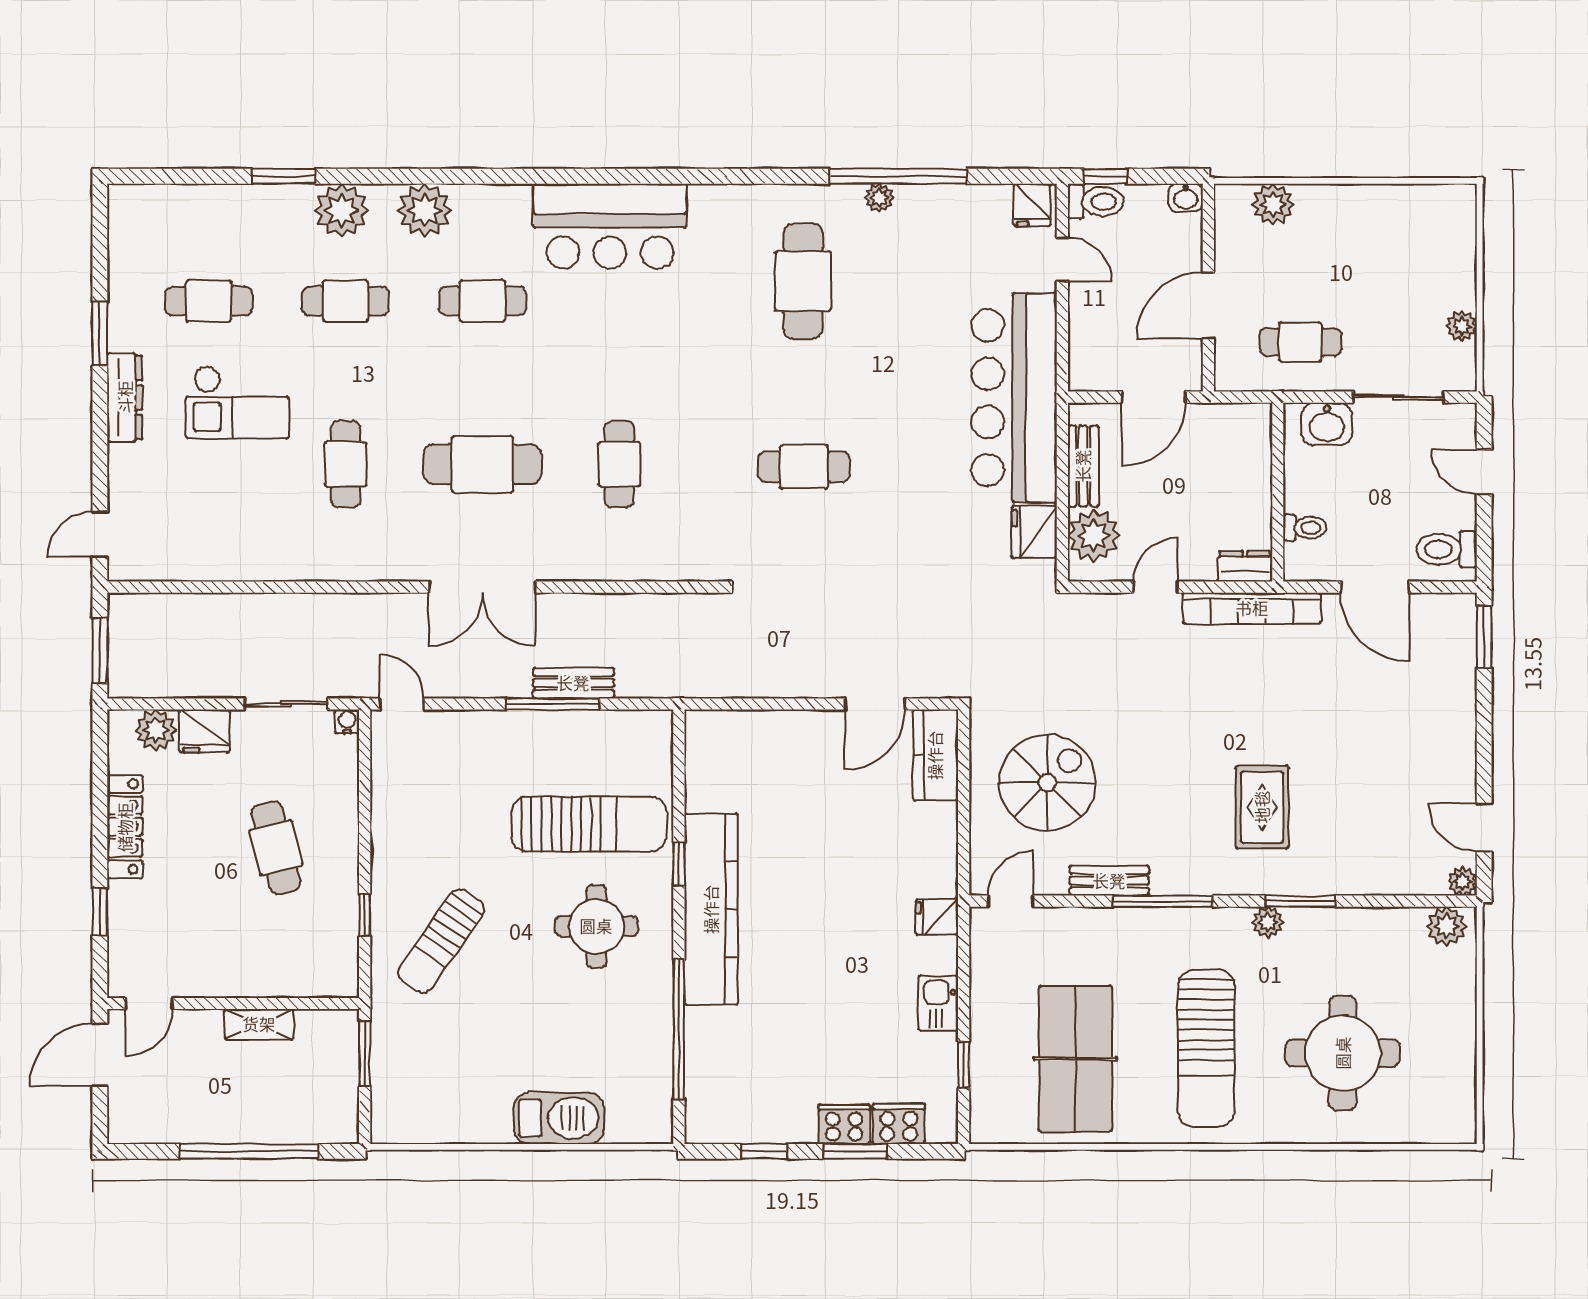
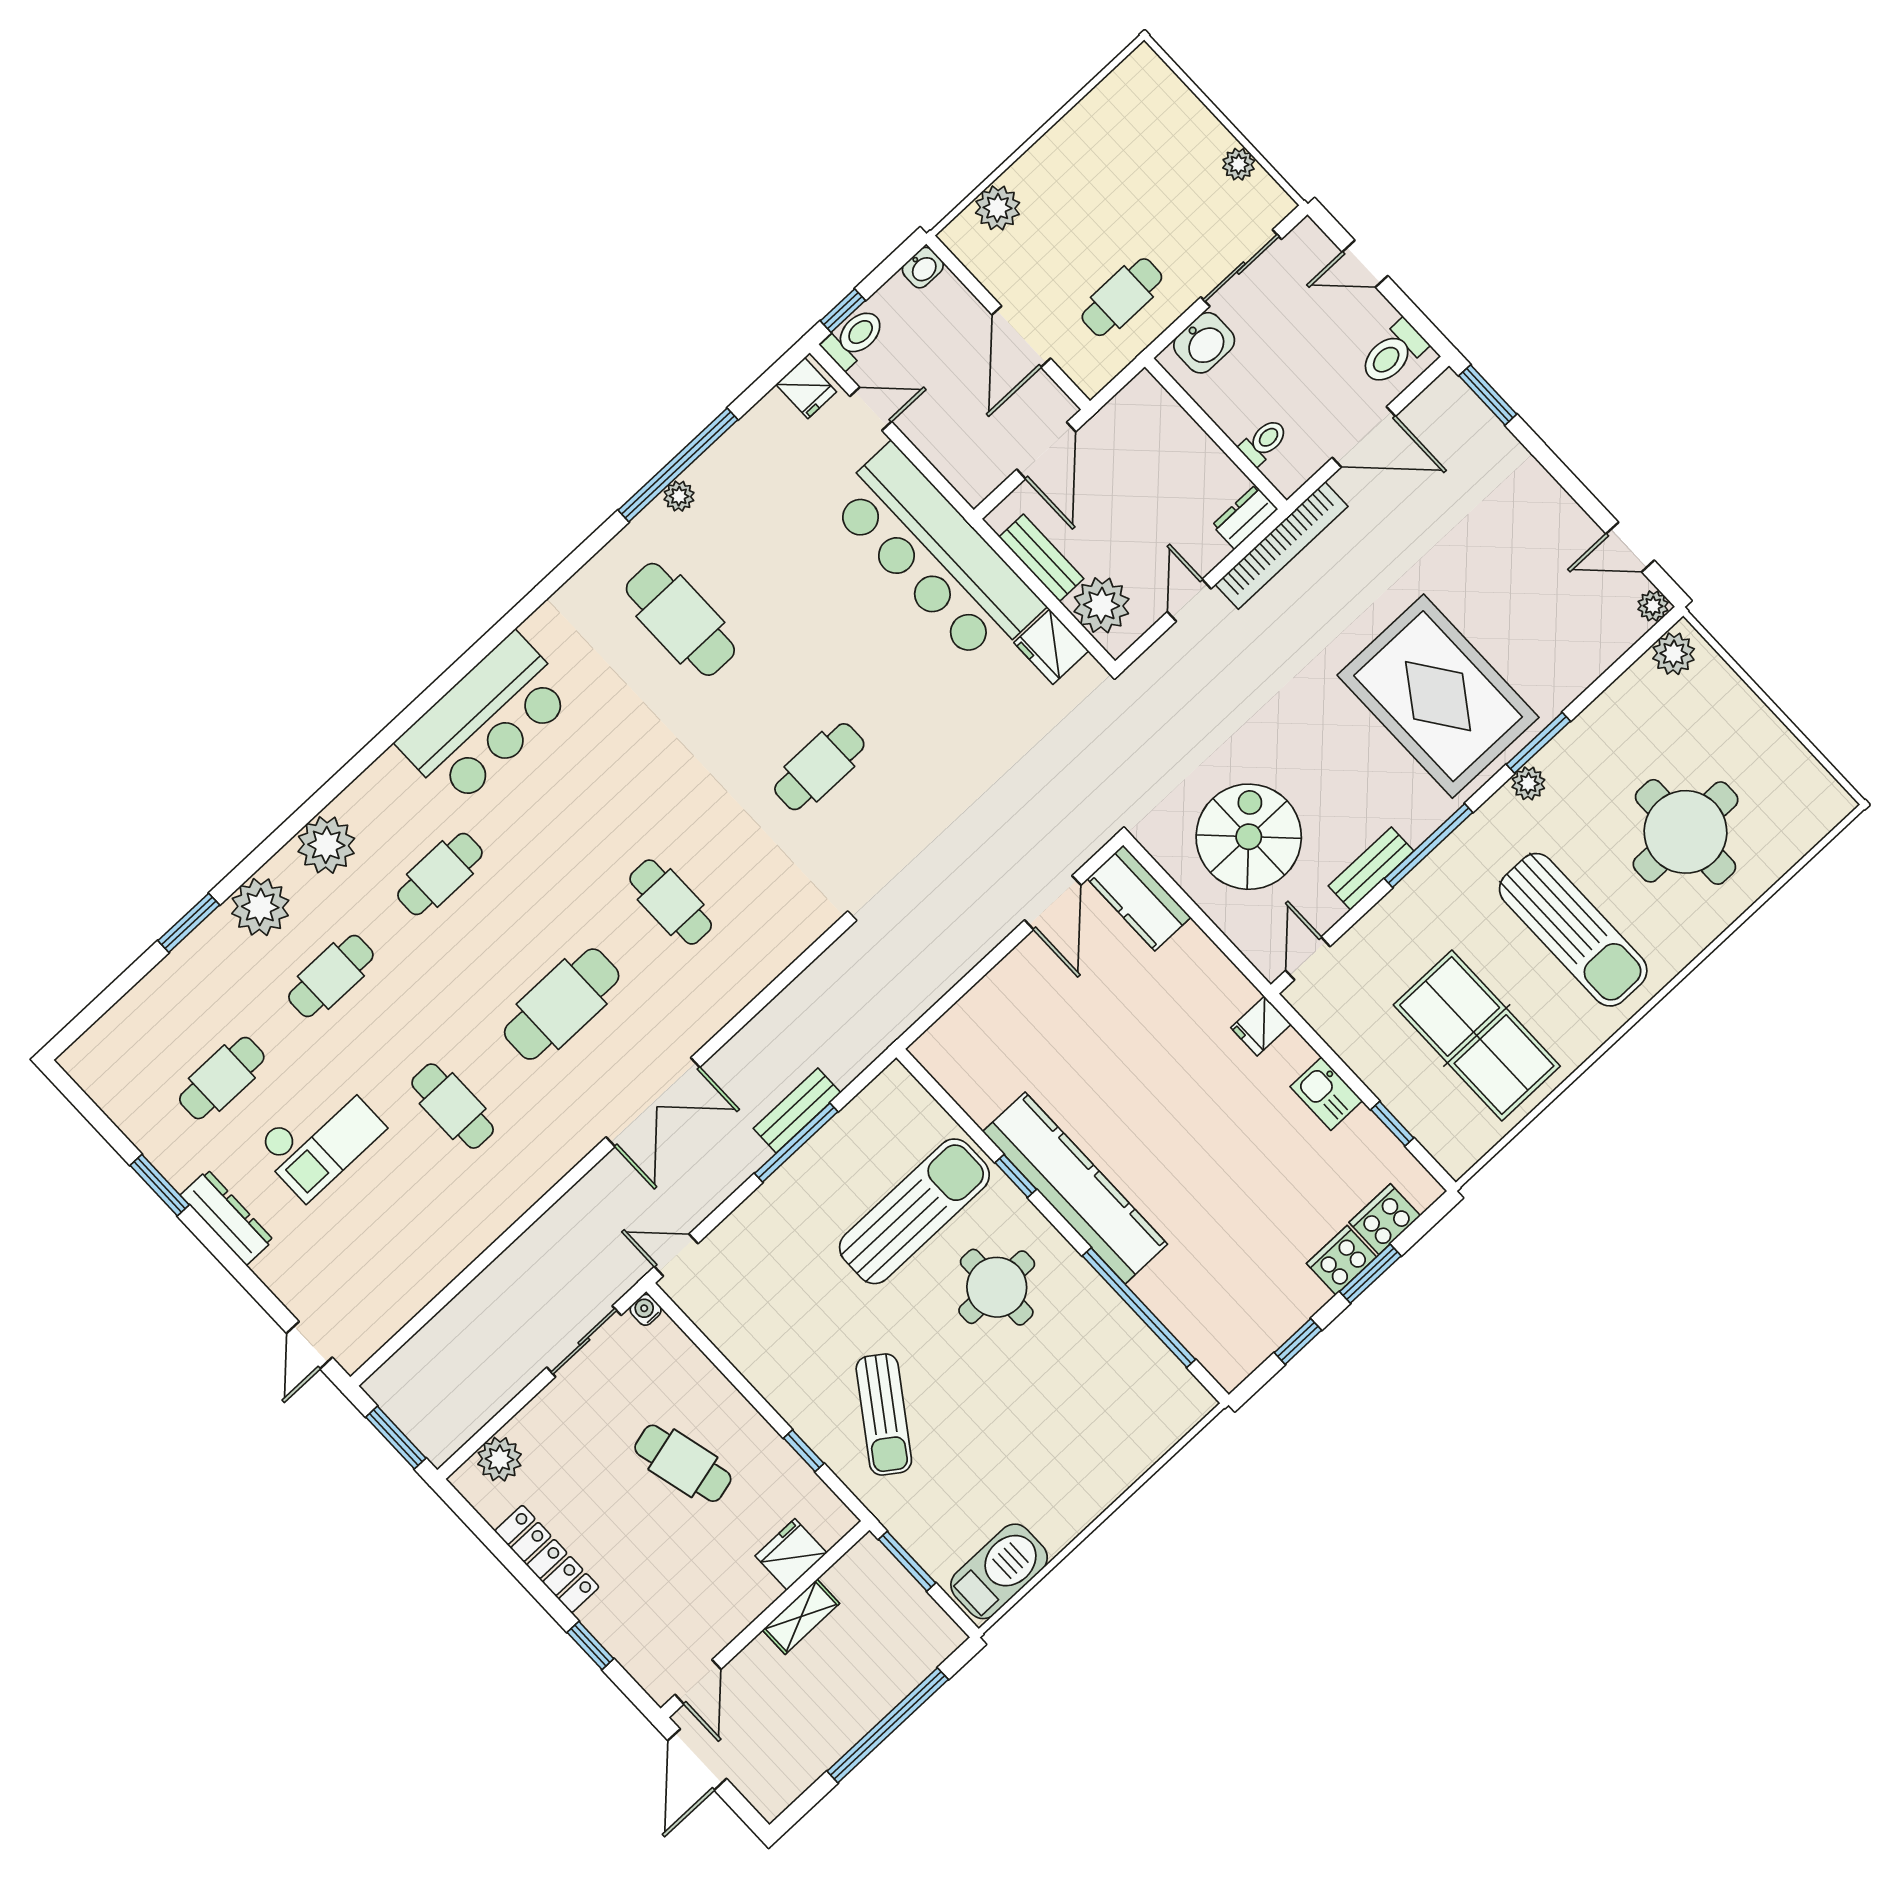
fridge: (204, 731) -> (791, 1554), moved, turned 180
rug: (1262, 807) -> (1438, 696), width x1.86, depth x2.06
barbecue: (559, 1118) -> (999, 1571), moved

